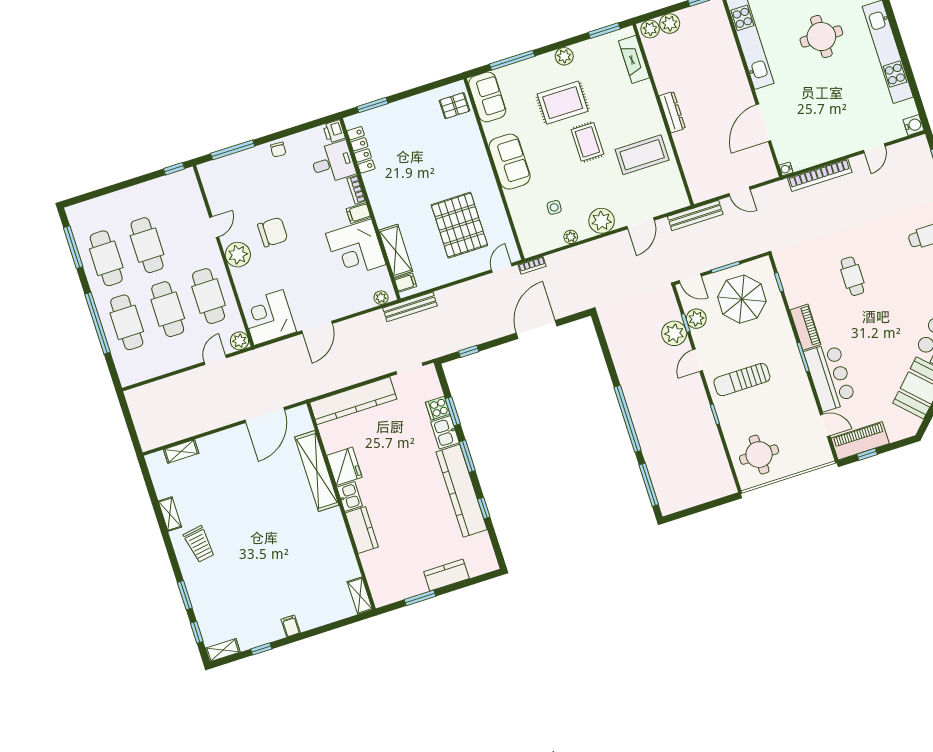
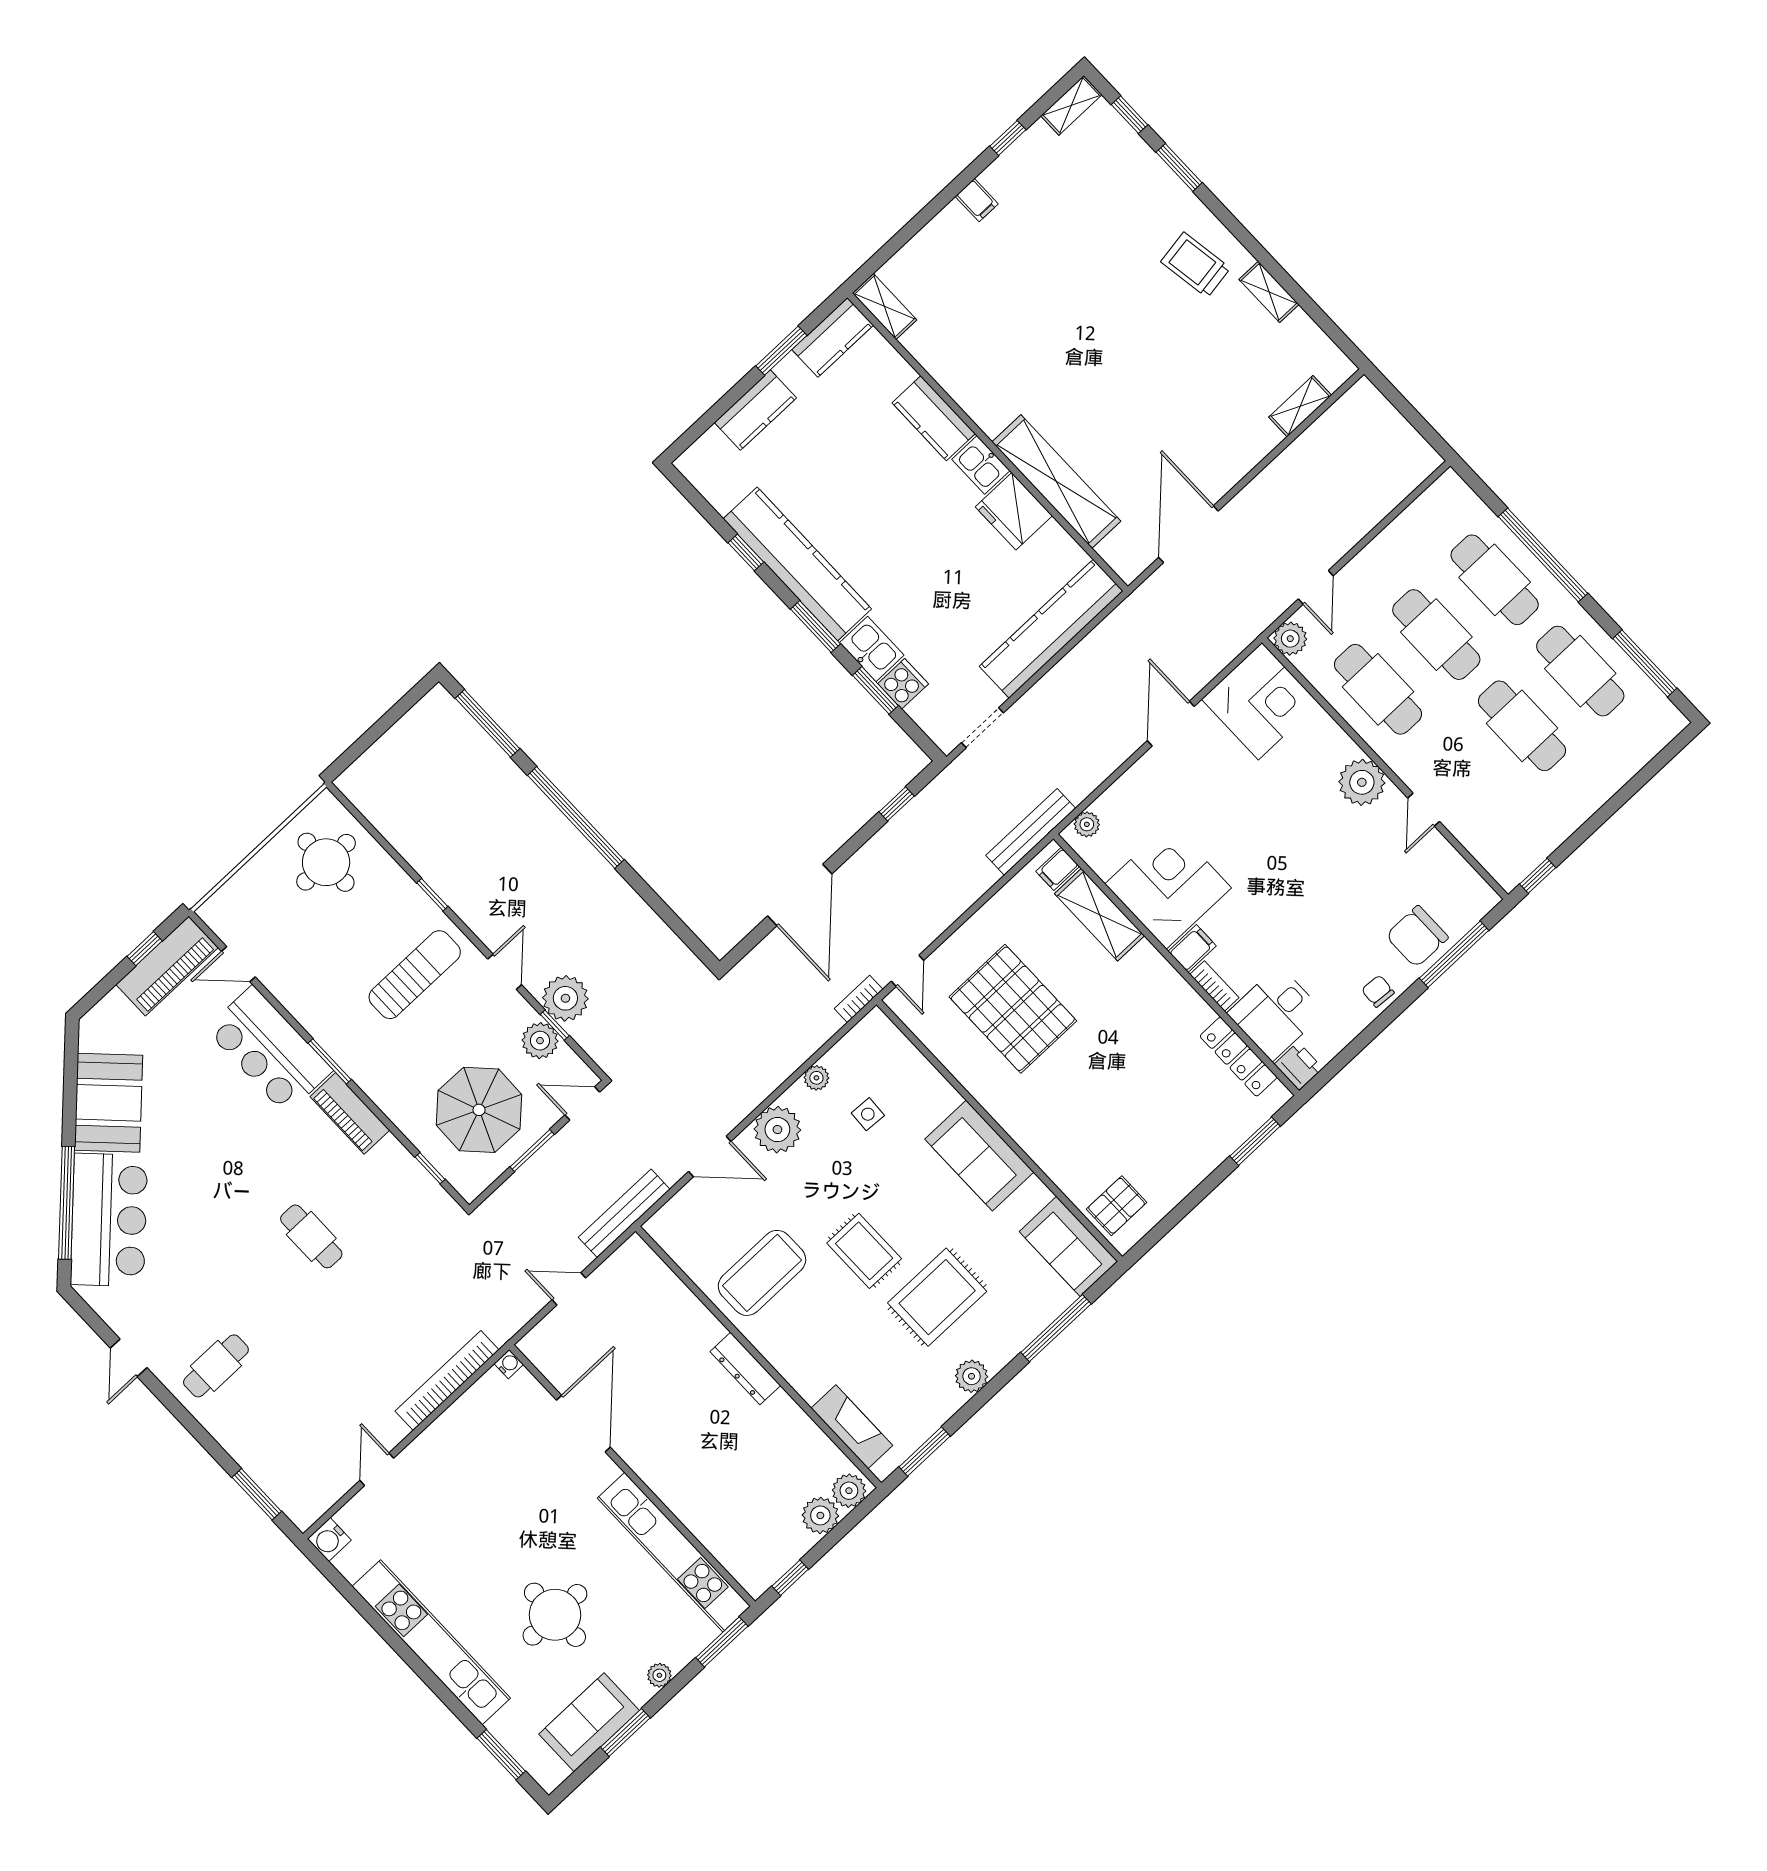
door: (641, 223) -> (710, 1156), swing flipped
chair: (273, 232) -> (1417, 936), moved
kitchen counter: (392, 593) -> (833, 337), added

